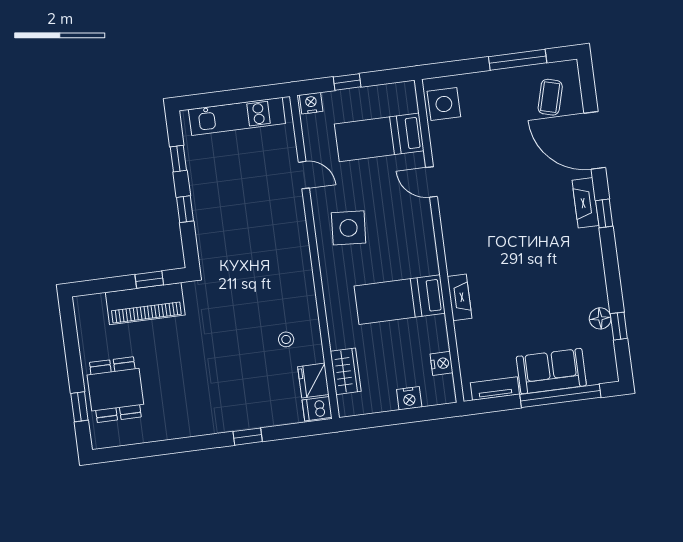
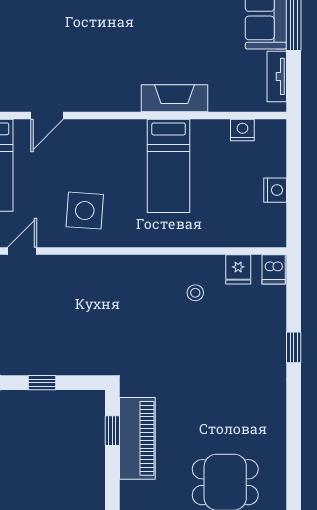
fireplace: (460, 297) -> (174, 98), width x1.37, depth x1.32
wardrobe: (346, 371) -> (238, 234), removed
fridge: (313, 381) -> (238, 269), width x0.72
nightstand: (409, 398) -> (275, 190), moved

